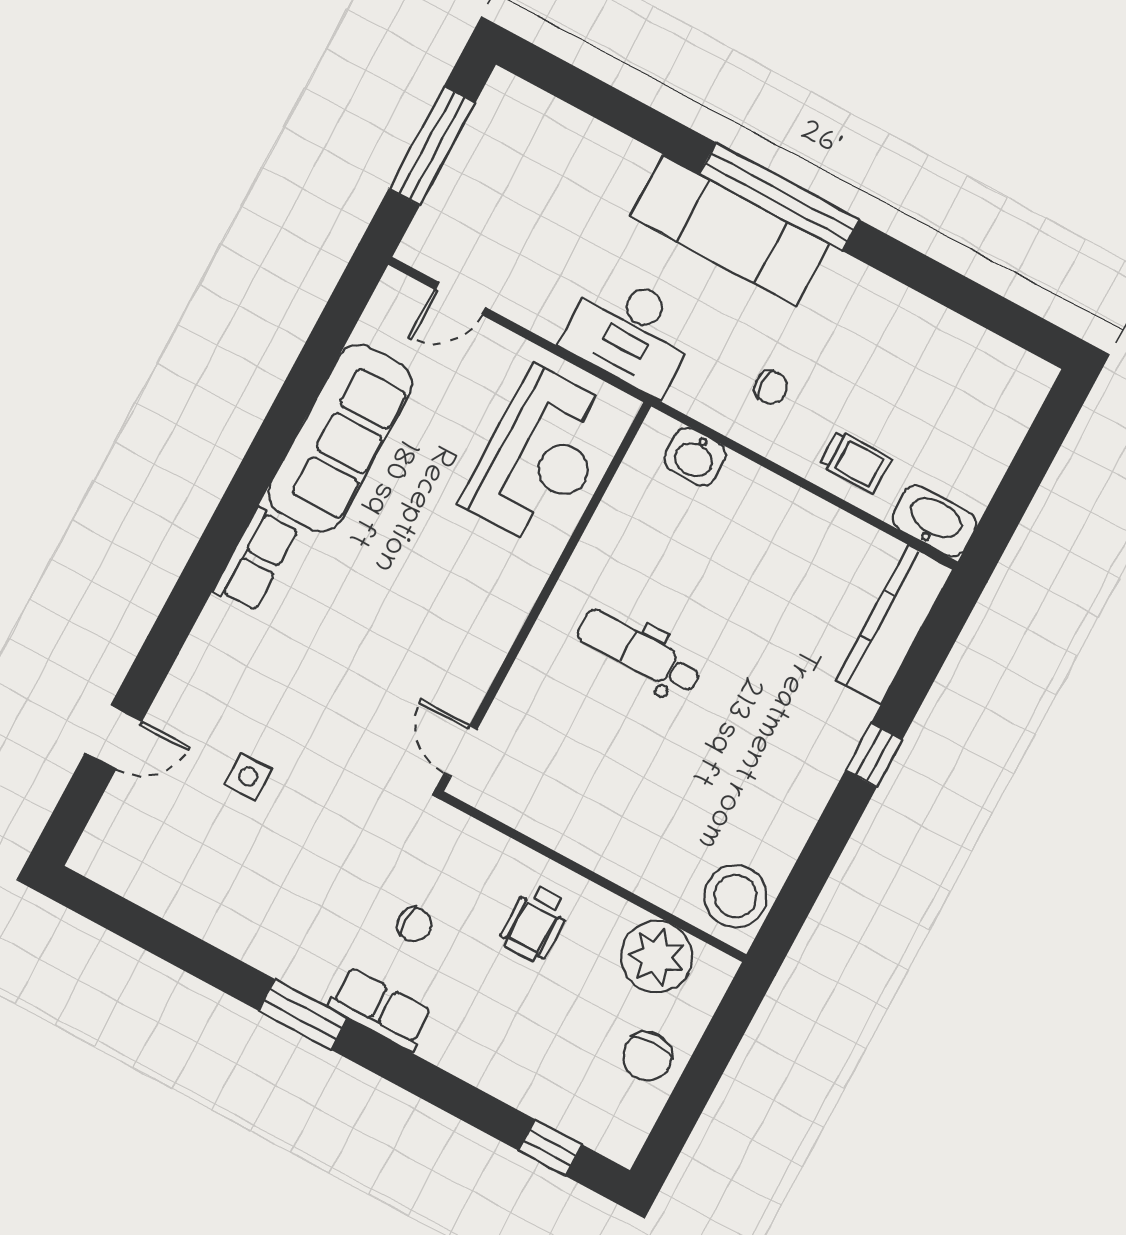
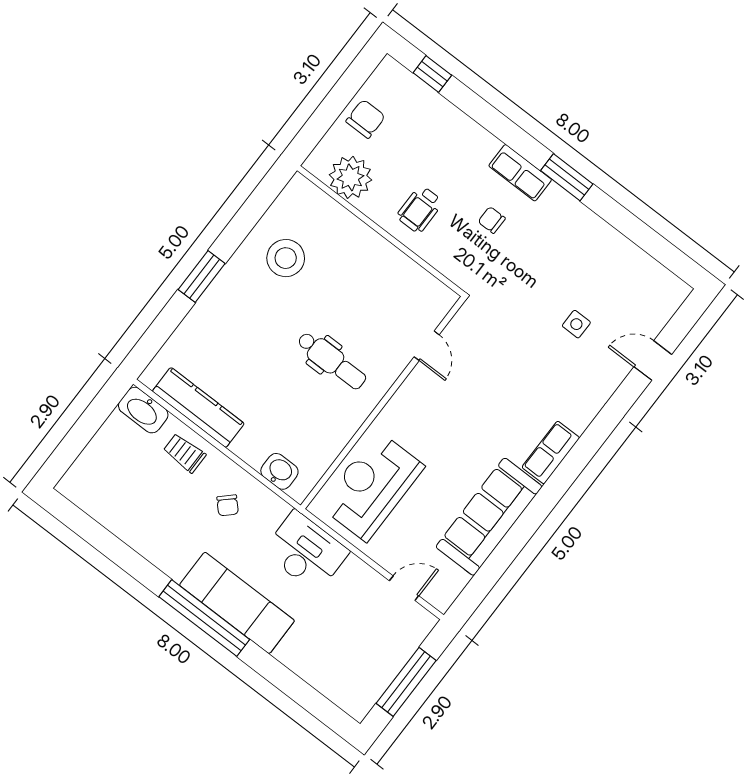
chair: (771, 387) -> (228, 505), turned -134
kitchen counter: (895, 625) -> (198, 407), moved, turned -90
door: (460, 751) -> (427, 346), moved
window: (874, 755) -> (202, 277), width x1.50
stool: (736, 896) -> (286, 258), moved
wheelchair: (535, 923) -> (420, 209), turned 180

